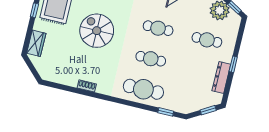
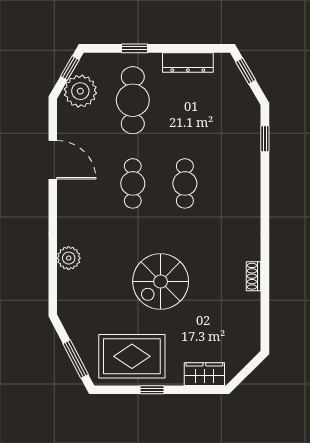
cafe table: (207, 40) -> (133, 100), width x1.37, depth x1.35
window: (233, 64) -> (134, 48), moved
cafe table: (143, 89) -> (237, 183), removed

